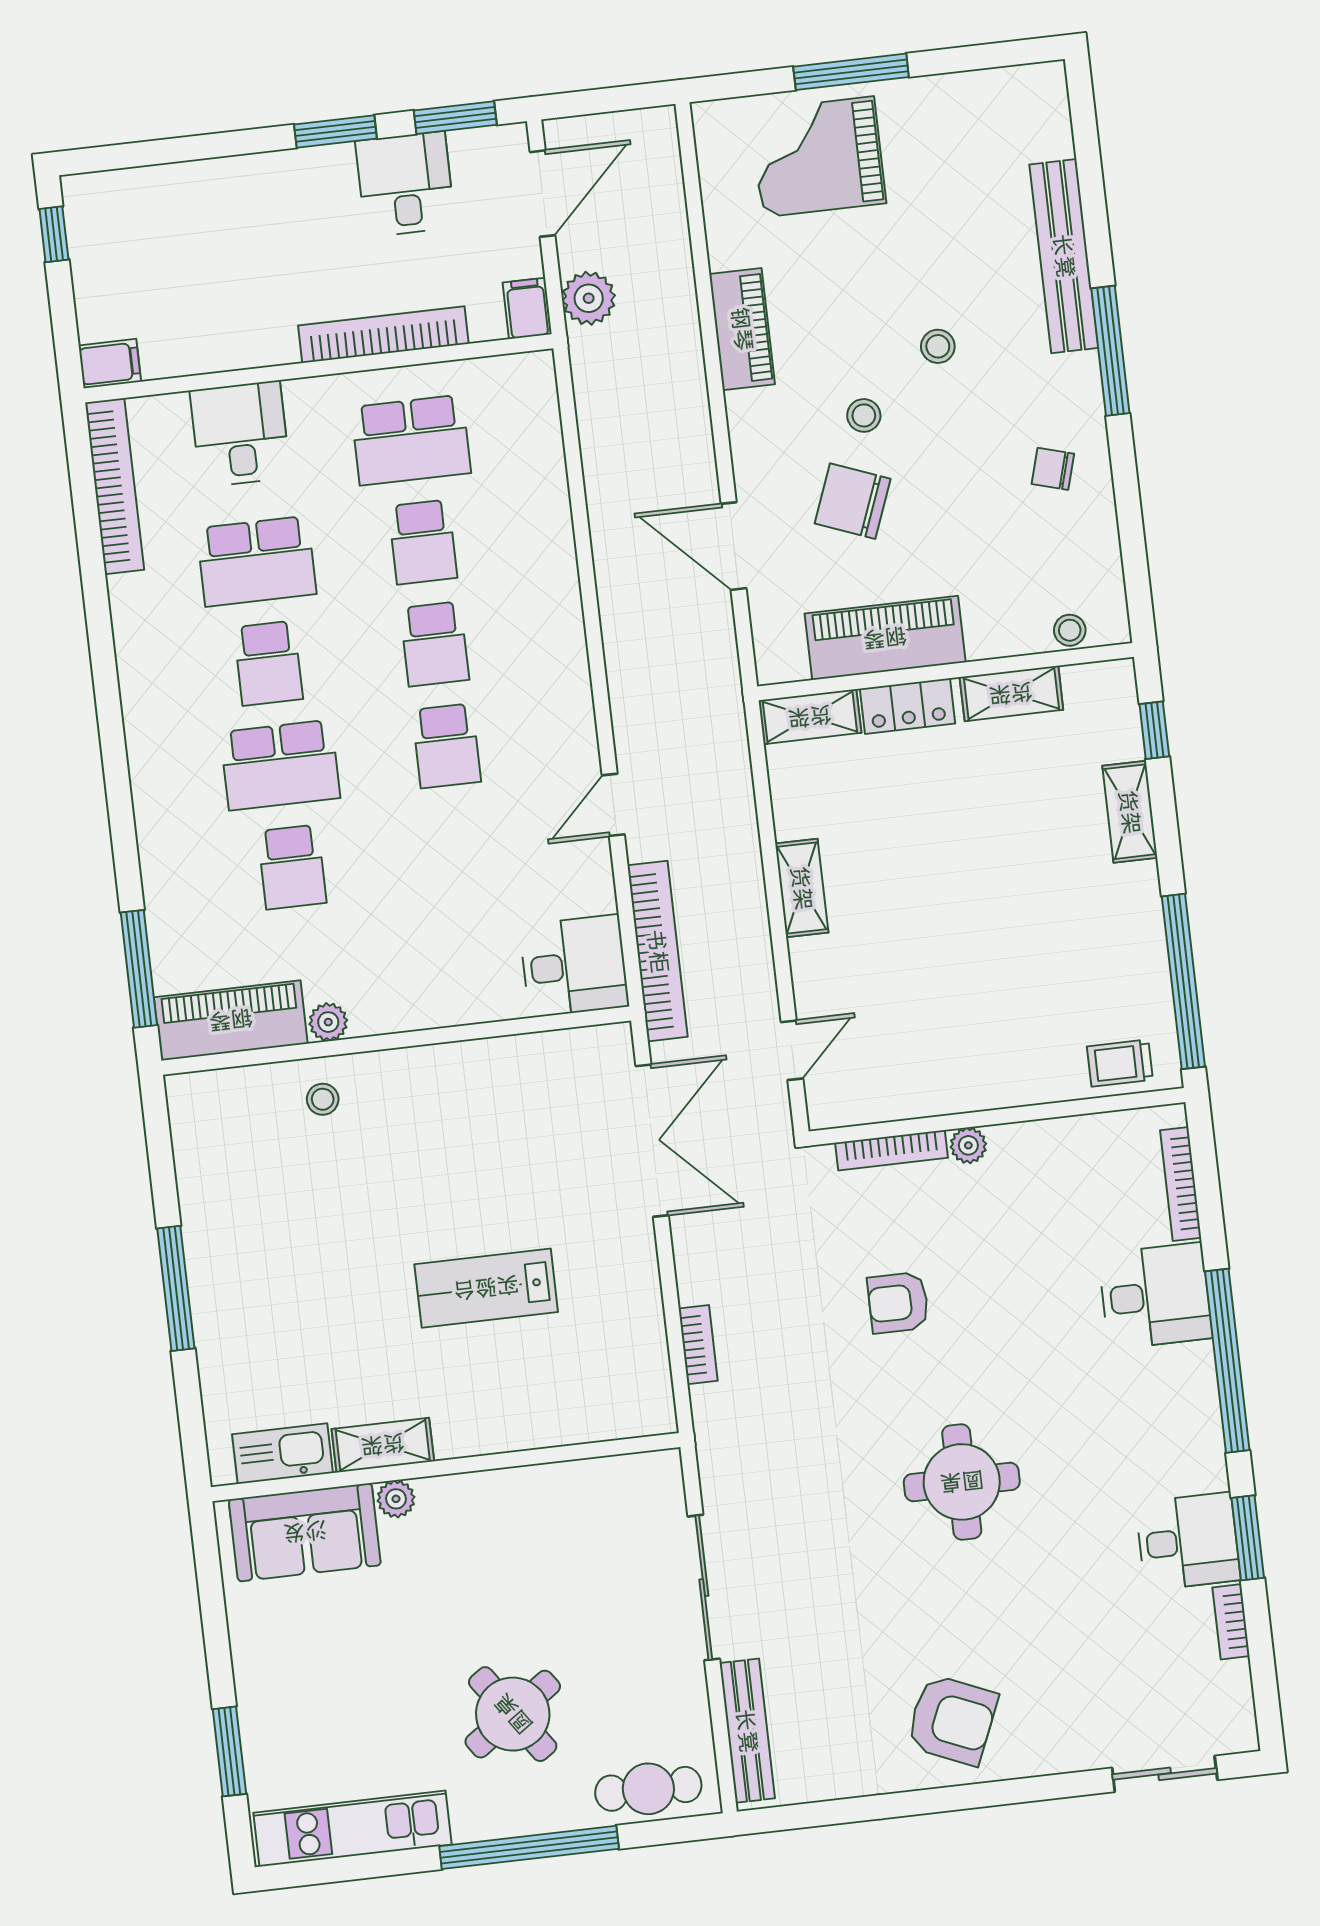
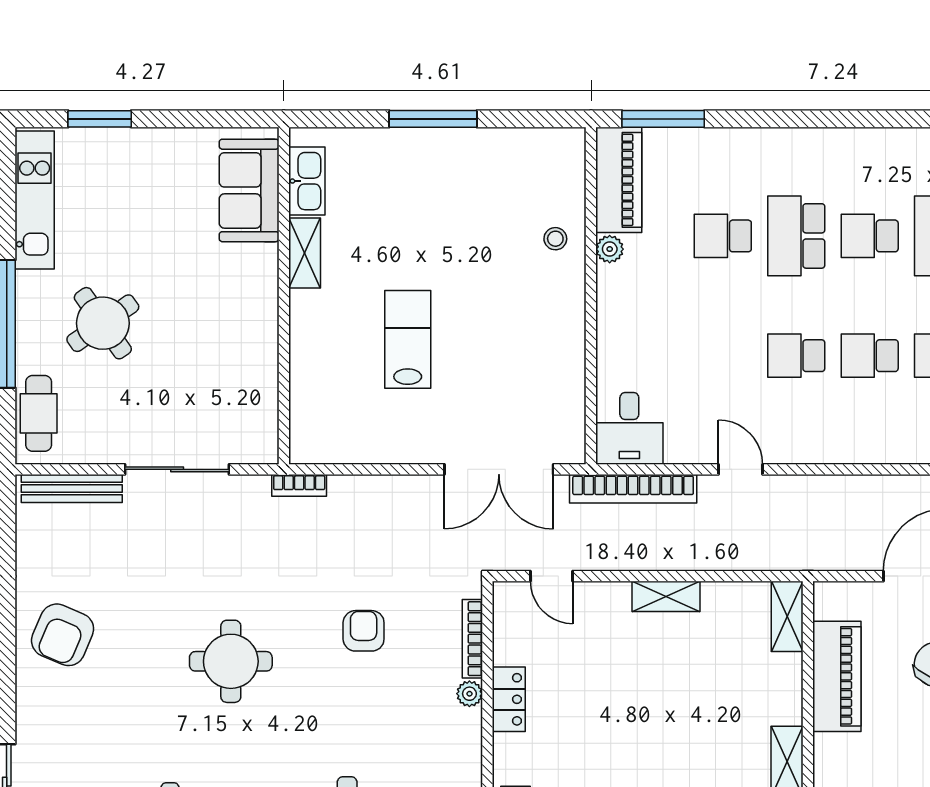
locker: (907, 706) -> (509, 699), moved, turned 180
bookcase: (698, 1345) -> (299, 485), moved
plant: (396, 1499) -> (265, 258), removed

